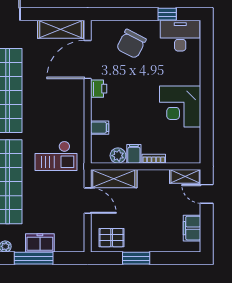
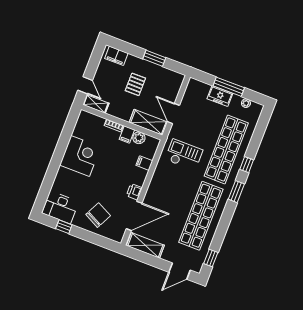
filing cabinet: (192, 228) -> (116, 56), moved, turned 90
pallet: (112, 238) -> (135, 84), moved, turned 90

